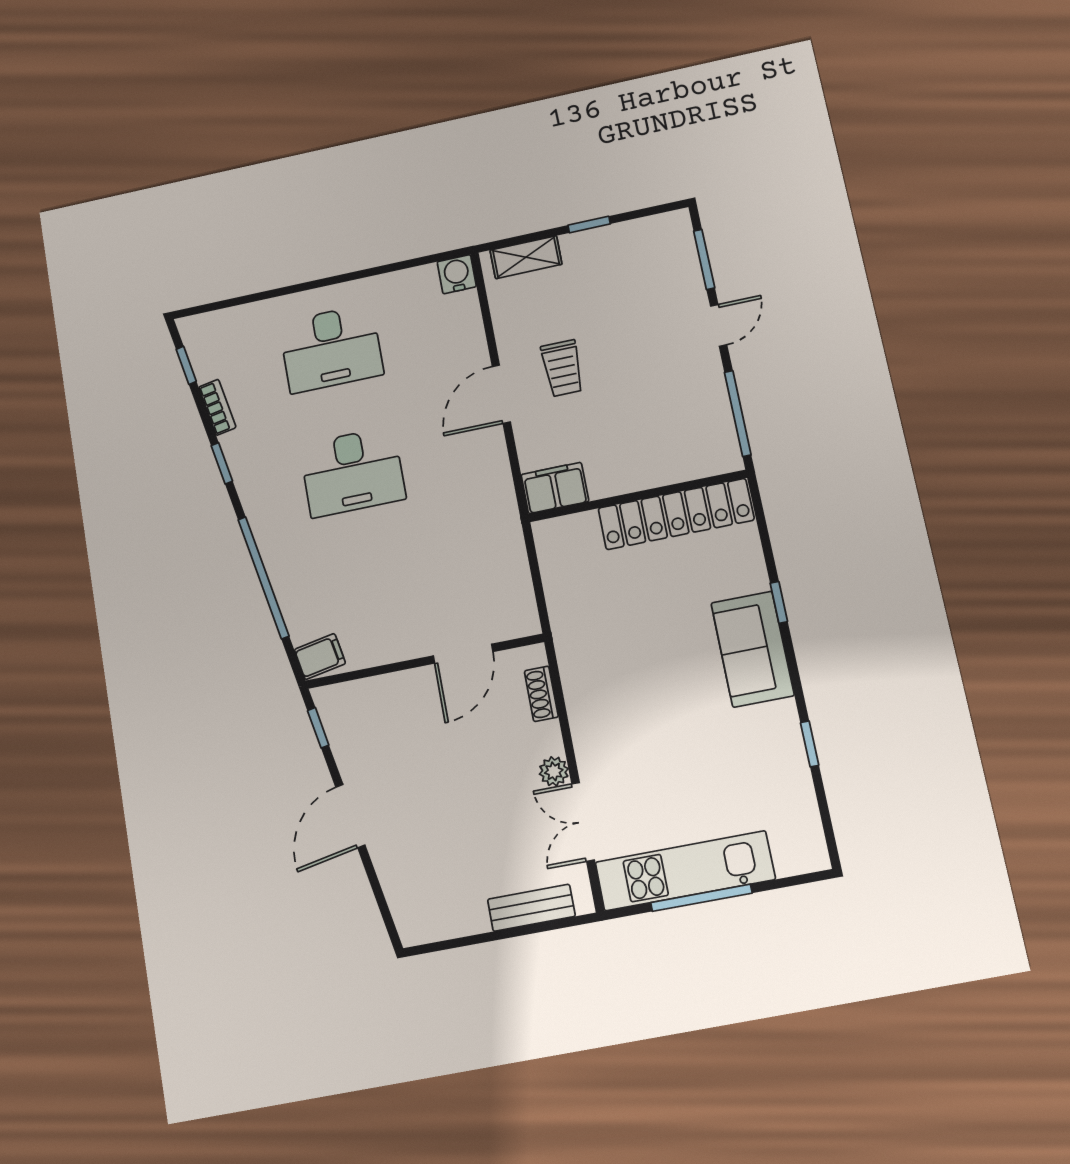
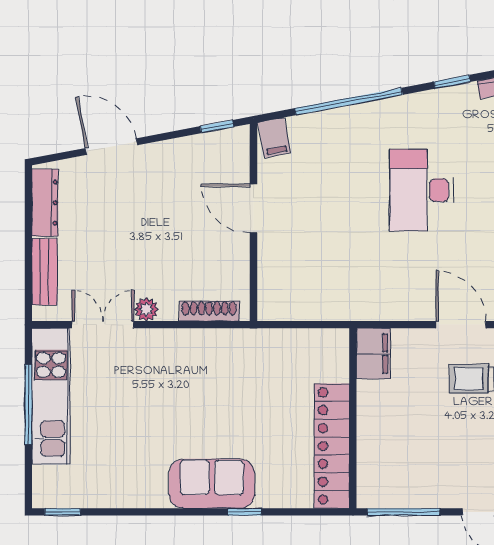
door: (463, 654) -> (253, 208), moved
shoe rack: (541, 694) -> (209, 311), width x1.43
window: (810, 744) -> (63, 512), moved
door: (350, 816) -> (111, 147), moved
dresser: (446, 923) -> (45, 203), added

